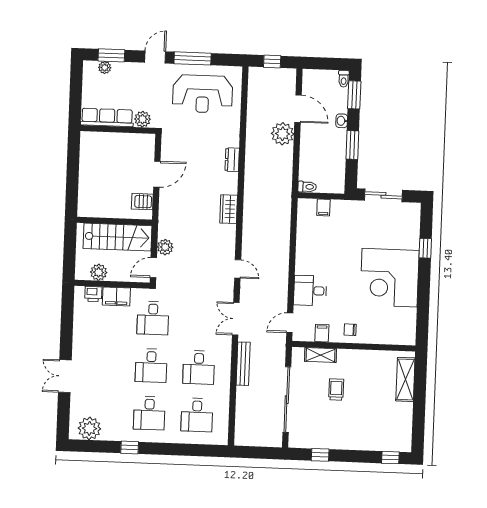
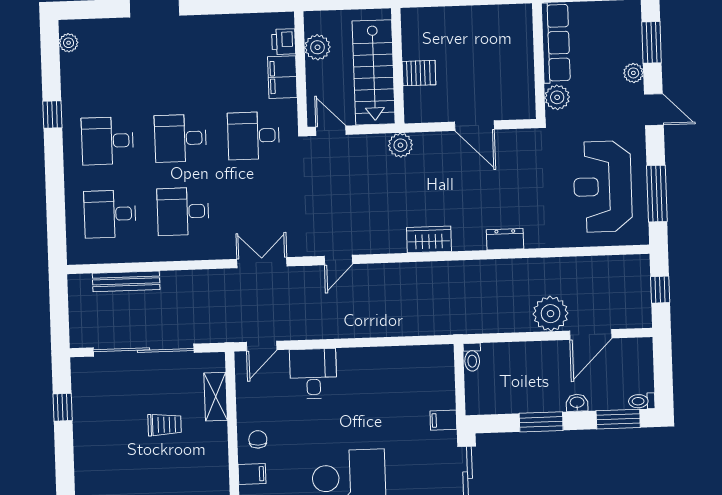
window: (193, 58) -> (657, 194), moved
plant: (105, 68) -> (633, 73), moved
server rack: (142, 202) -> (419, 73), moved, turned 90
filing cabinet: (323, 207) -> (443, 420), moved
plant: (165, 247) -> (400, 145), moved
door: (290, 323) -> (262, 346), swing flipped
filing cabinet: (322, 333) -> (252, 474), moved
bench: (243, 364) -> (126, 281), moved
plant: (89, 428) -> (69, 43), width x0.53, depth x0.53

